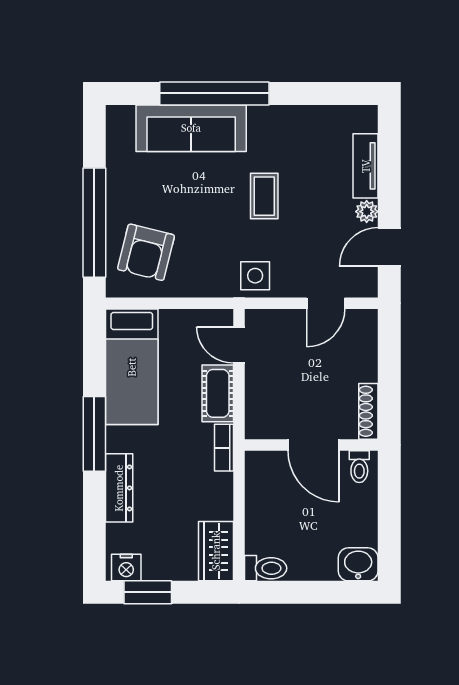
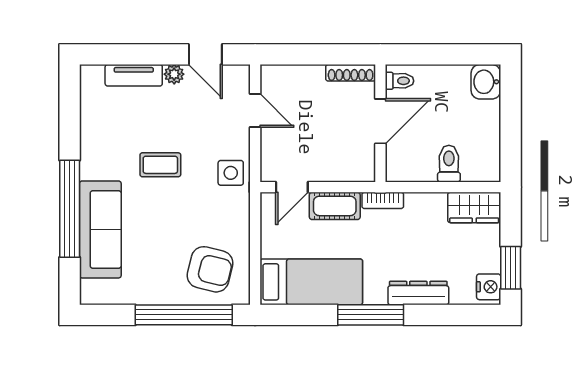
toilet: (266, 568) -> (449, 164), moved

